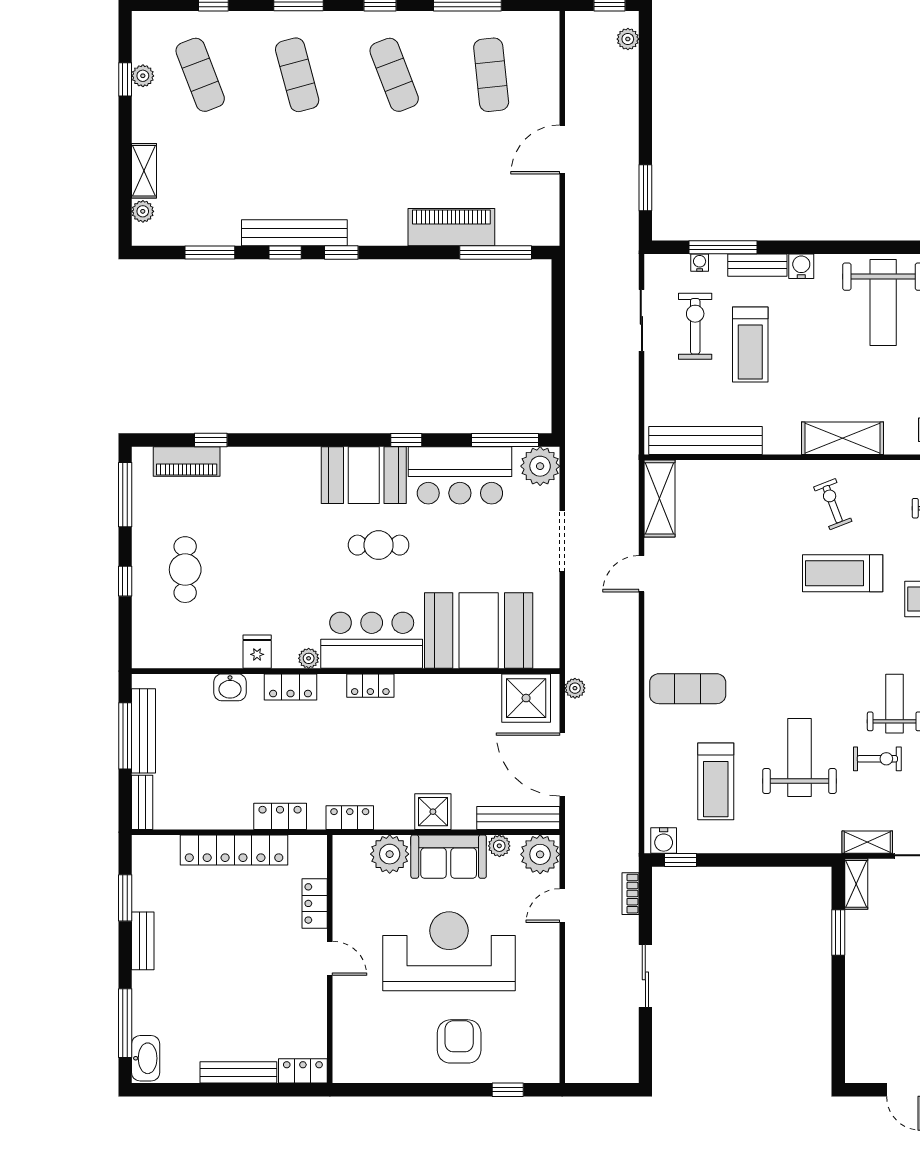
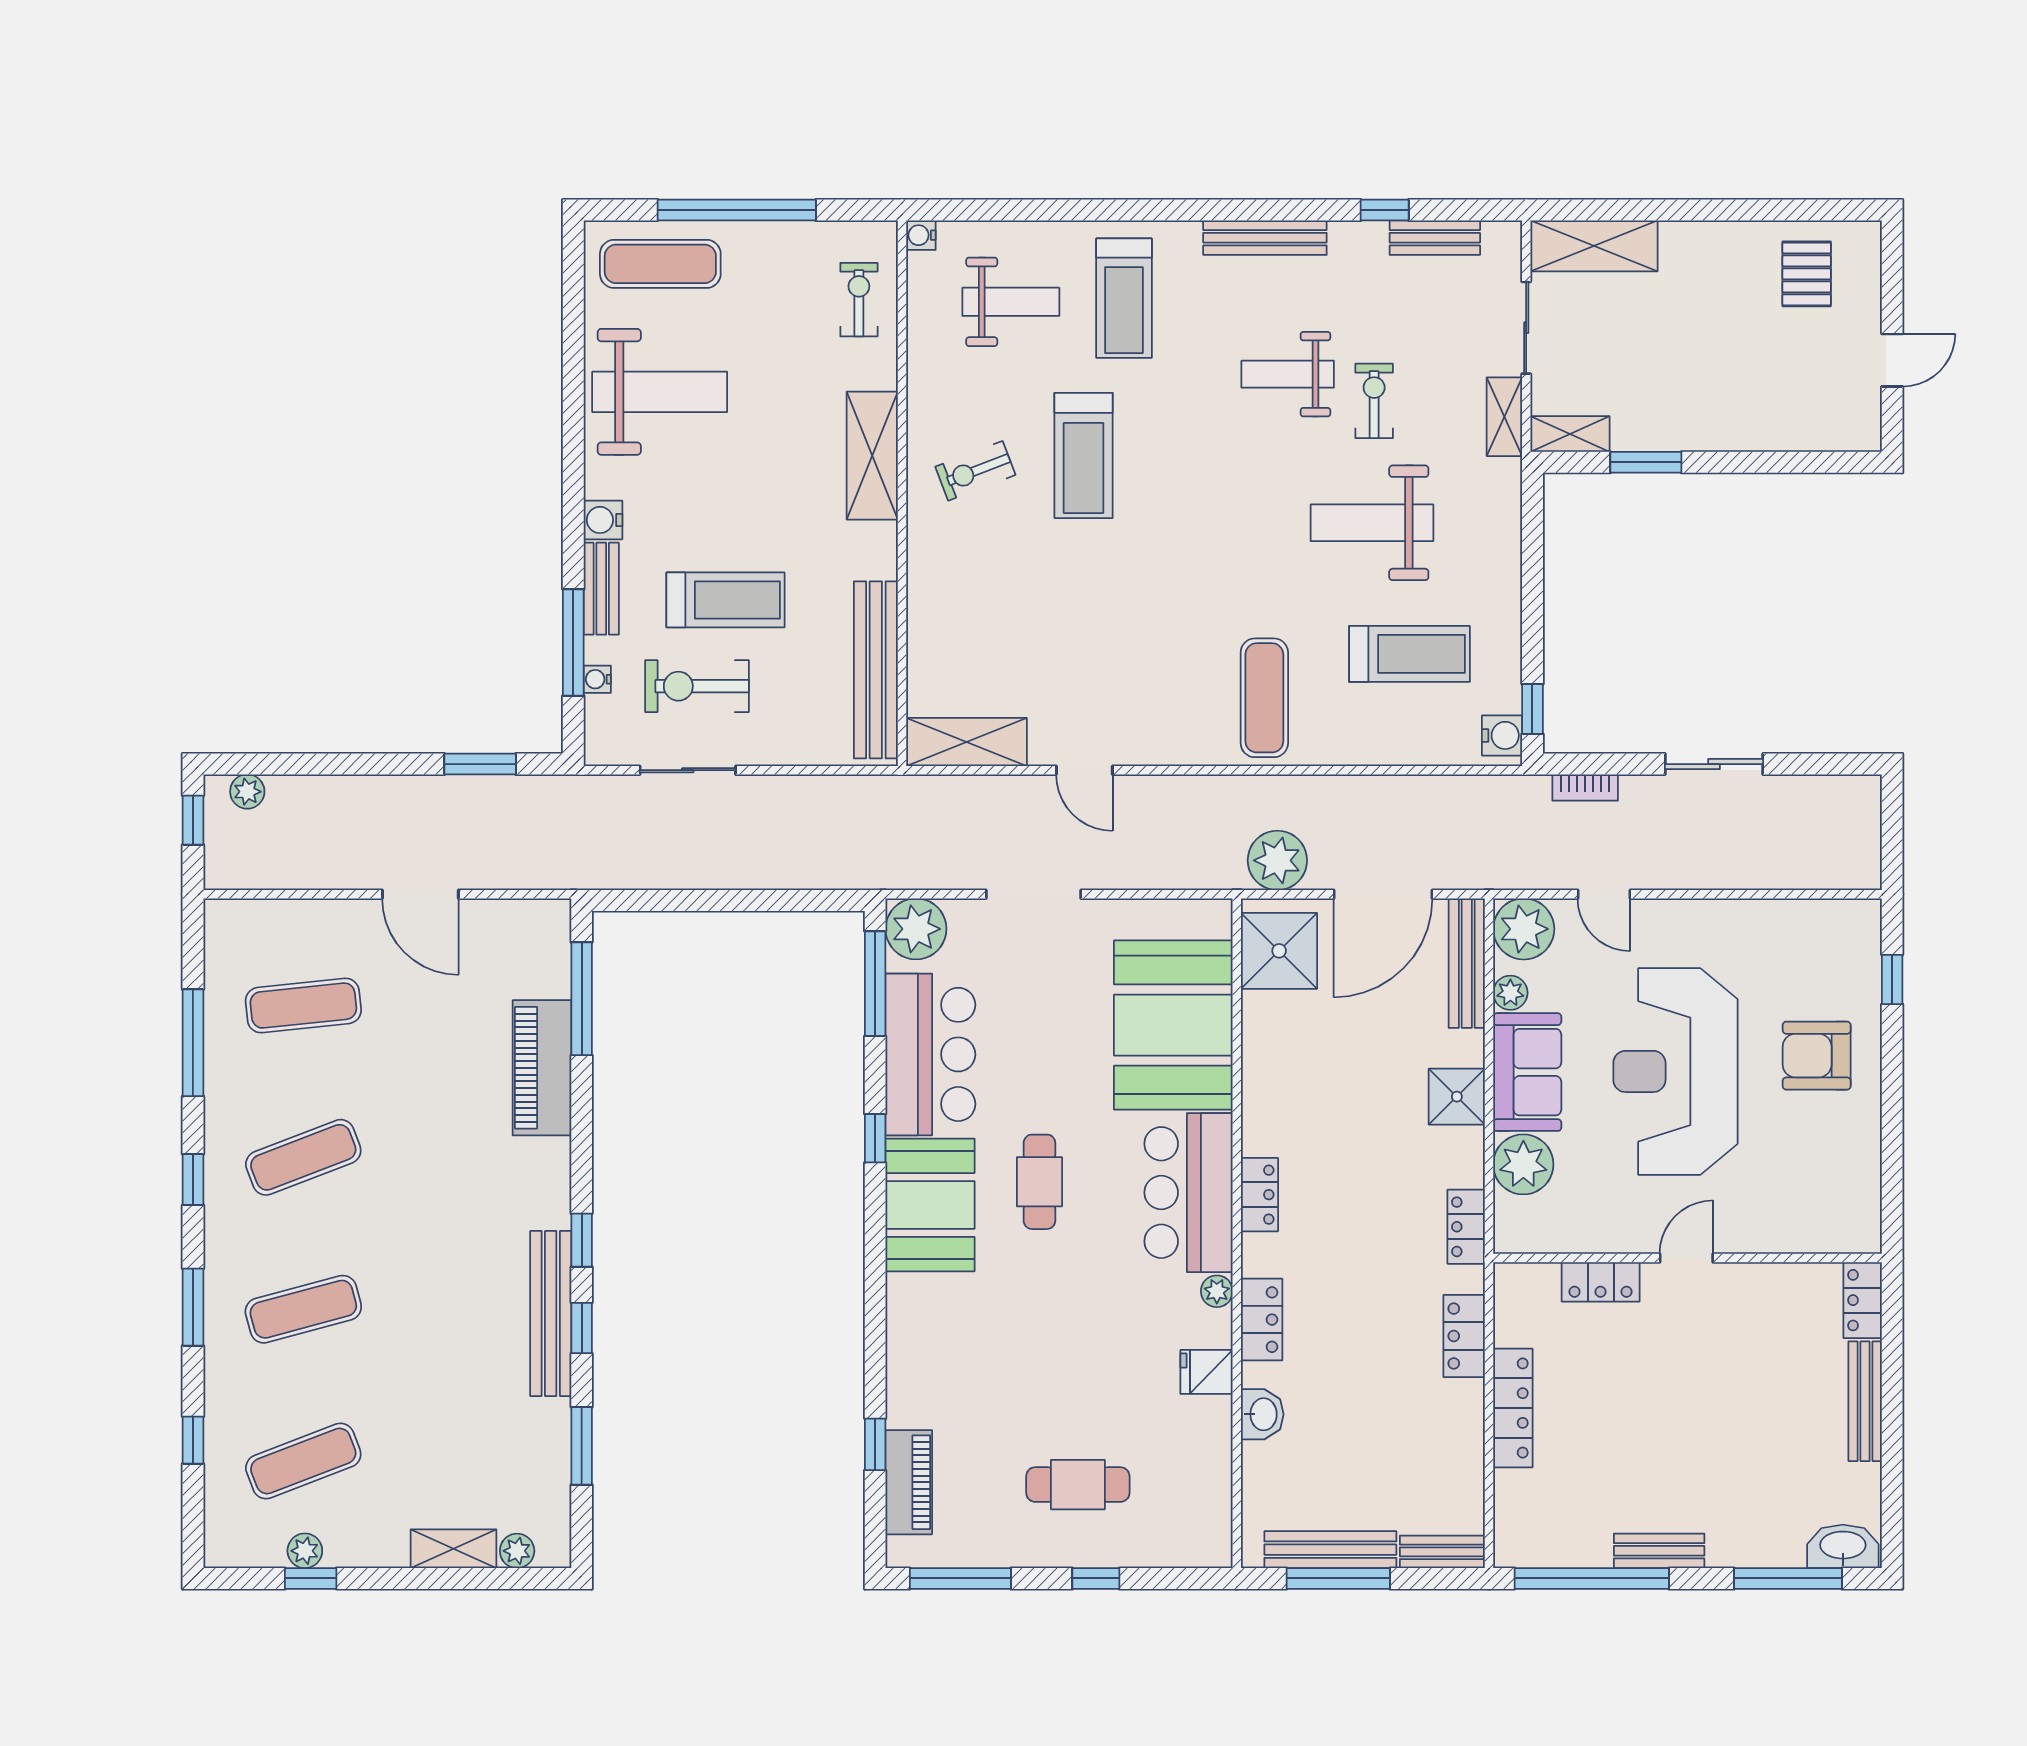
plant: (575, 688) -> (1277, 860), width x1.87, depth x1.87
locker: (234, 850) -> (1513, 1408), width x0.71, depth x0.83
window: (125, 898) -> (1592, 1578), width x2.11

